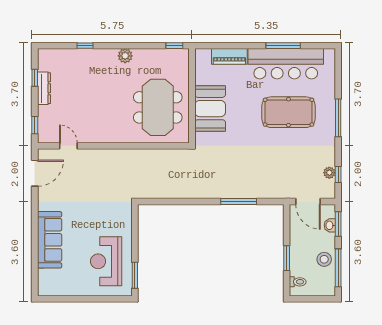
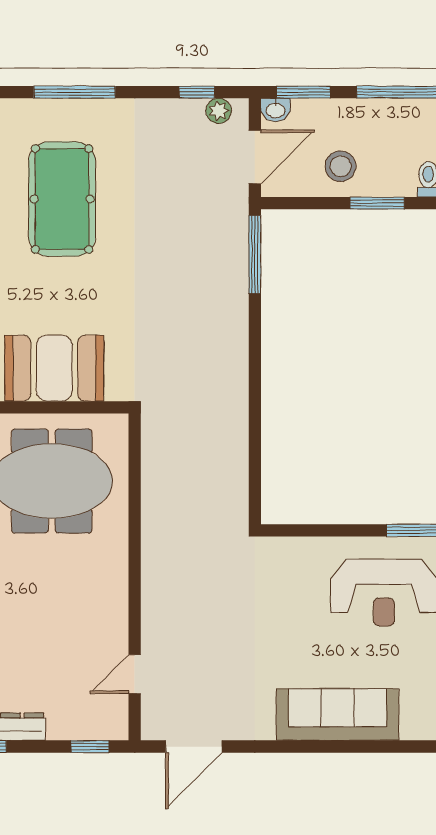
door: (35, 173) -> (194, 747), swing flipped
plant: (329, 173) -> (219, 111), moved
window: (239, 201) -> (255, 254), moved
washbasin: (330, 225) -> (276, 110), moved
stool: (324, 259) -> (341, 166), moved

